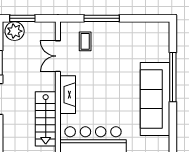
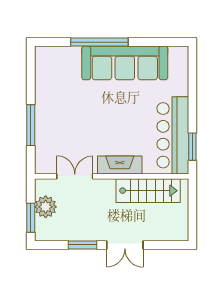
plant: (15, 31) -> (46, 207), moved
coffee table: (85, 41) -> (57, 145), removed
double door: (58, 56) -> (75, 176), swing flipped

